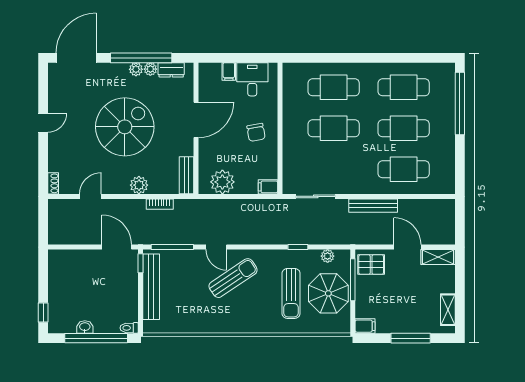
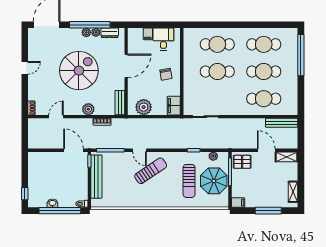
filing cabinet: (268, 187) -> (174, 106), width x2.00
bench: (373, 206) -> (282, 123), moved

